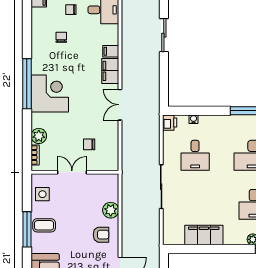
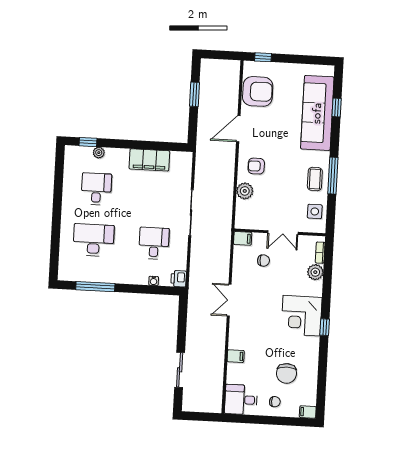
chair: (61, 37) -> (286, 373), width x1.87, depth x1.87
filing cabinet: (110, 71) -> (243, 238), moved, width x0.50
window: (27, 84) -> (325, 327), width x0.32
double door: (120, 105) -> (229, 300), swing flipped
coffee table: (44, 225) -> (315, 179), turned 90

